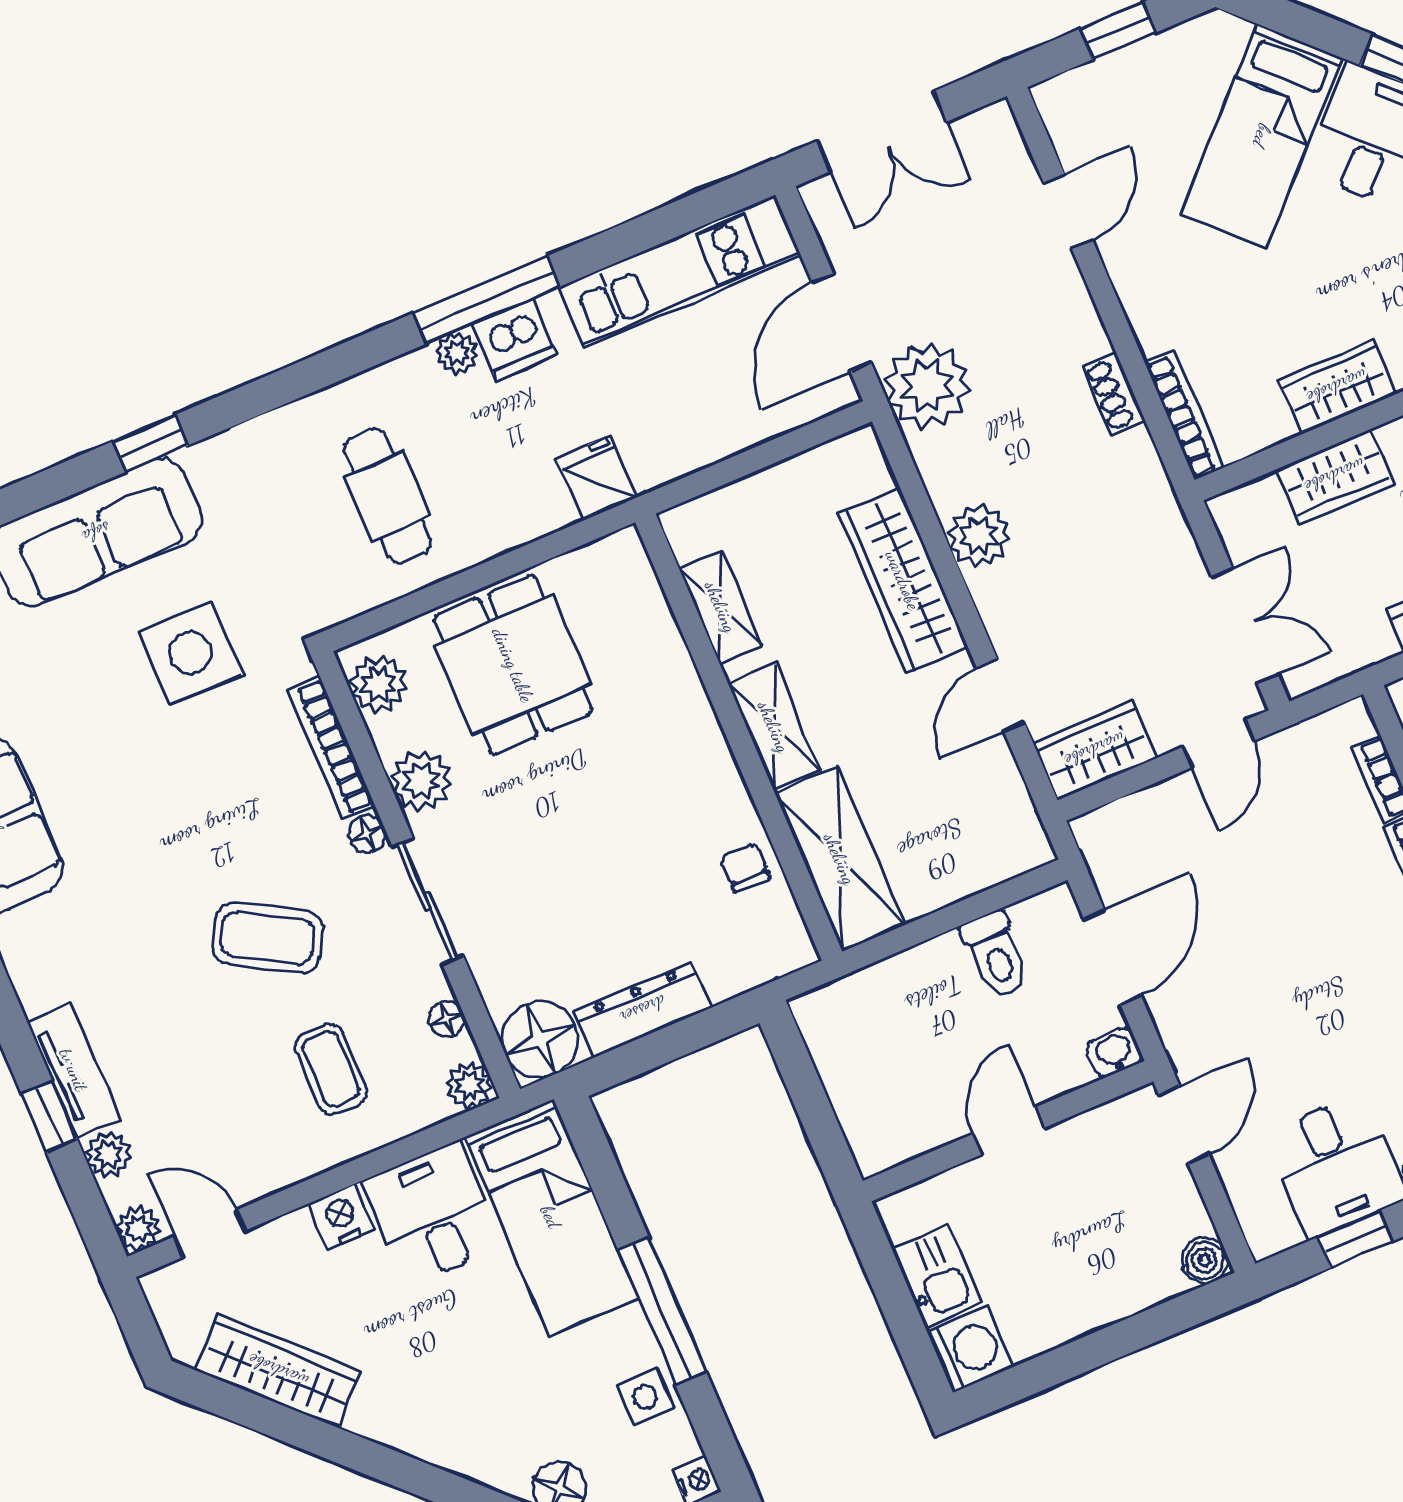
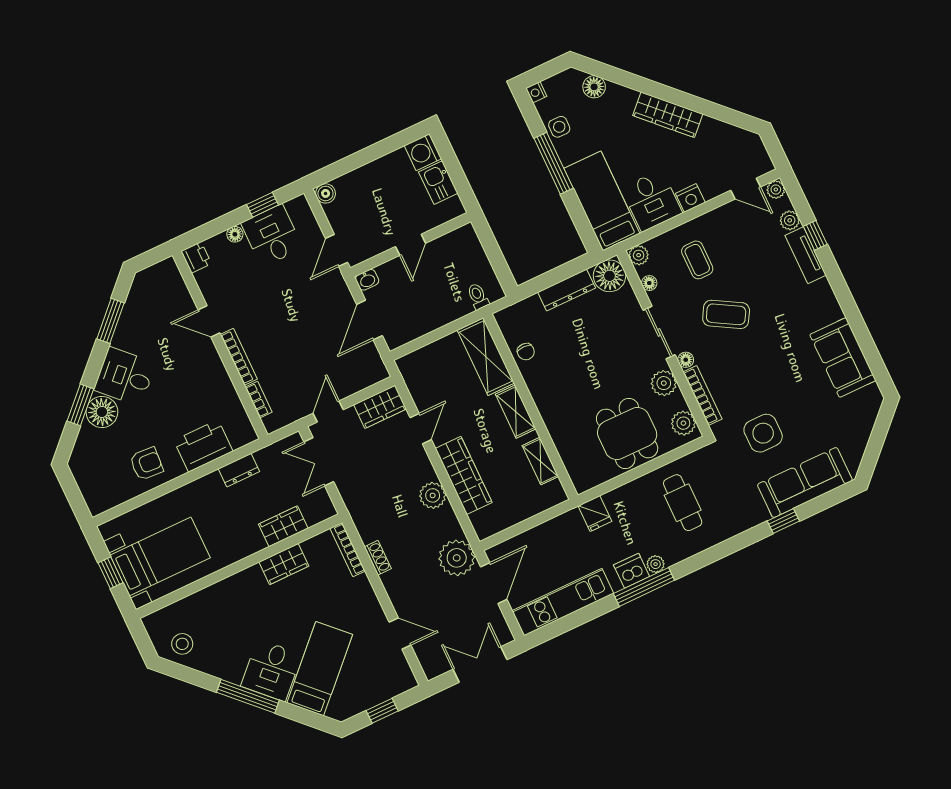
door: (1068, 212) -> (400, 634), swing flipped
toilet: (996, 955) -> (478, 296), moved, width x0.73, depth x0.72
wardrobe: (278, 1371) -> (668, 115), moved

